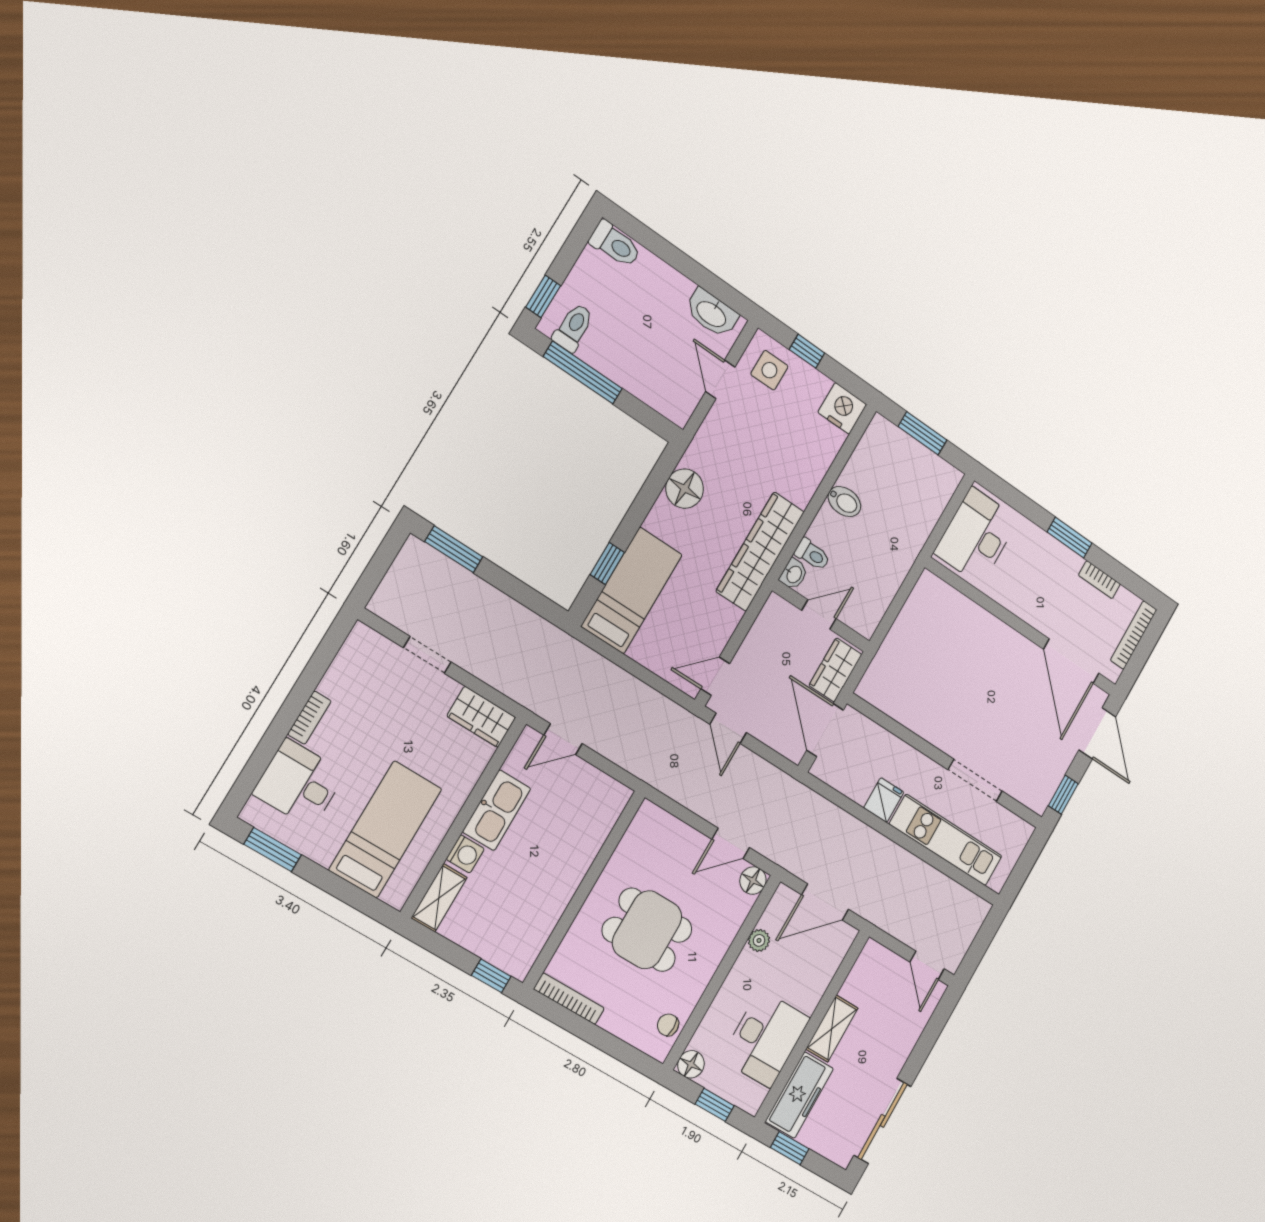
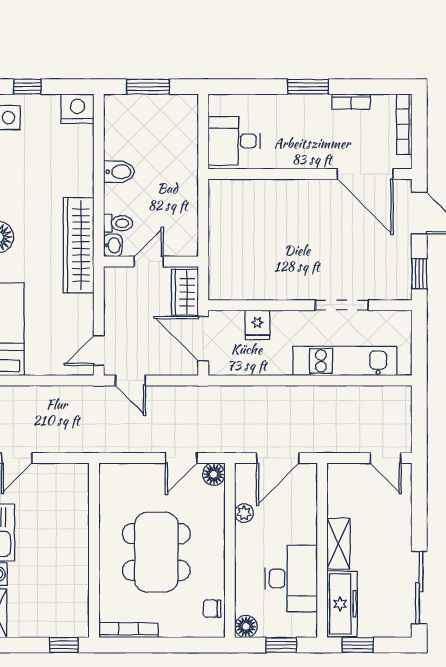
desk: (976, 536) -> (234, 141), width x0.73
fridge: (884, 800) -> (257, 325), moved, turned 180
dining table: (647, 930) -> (156, 552), width x1.38

